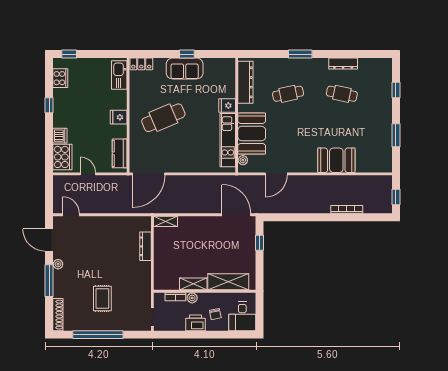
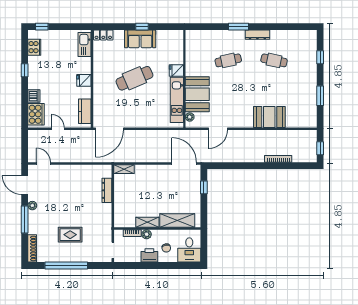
dresser: (343, 63) -> (257, 35), moved
dresser: (245, 82) -> (192, 51), removed
cafe table: (163, 118) -> (134, 78), moved
rug: (102, 298) -> (70, 235), turned 90

